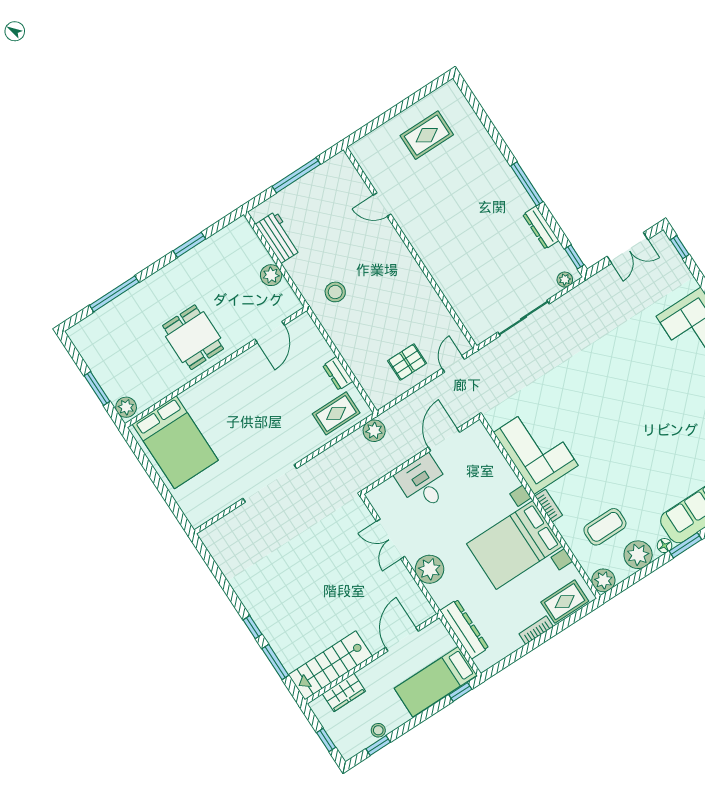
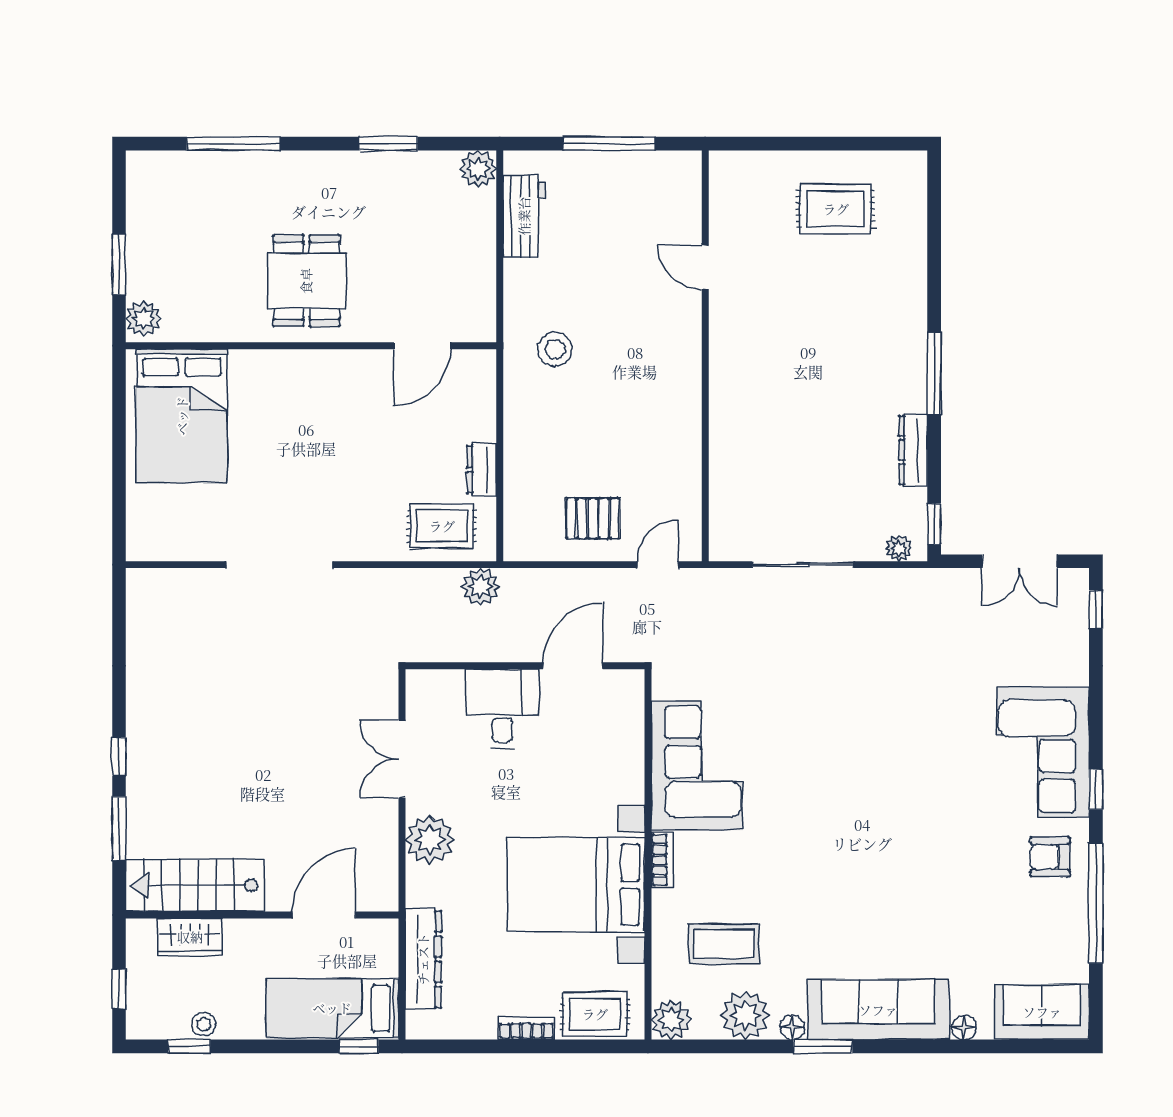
plant: (271, 275) -> (478, 169), moved

